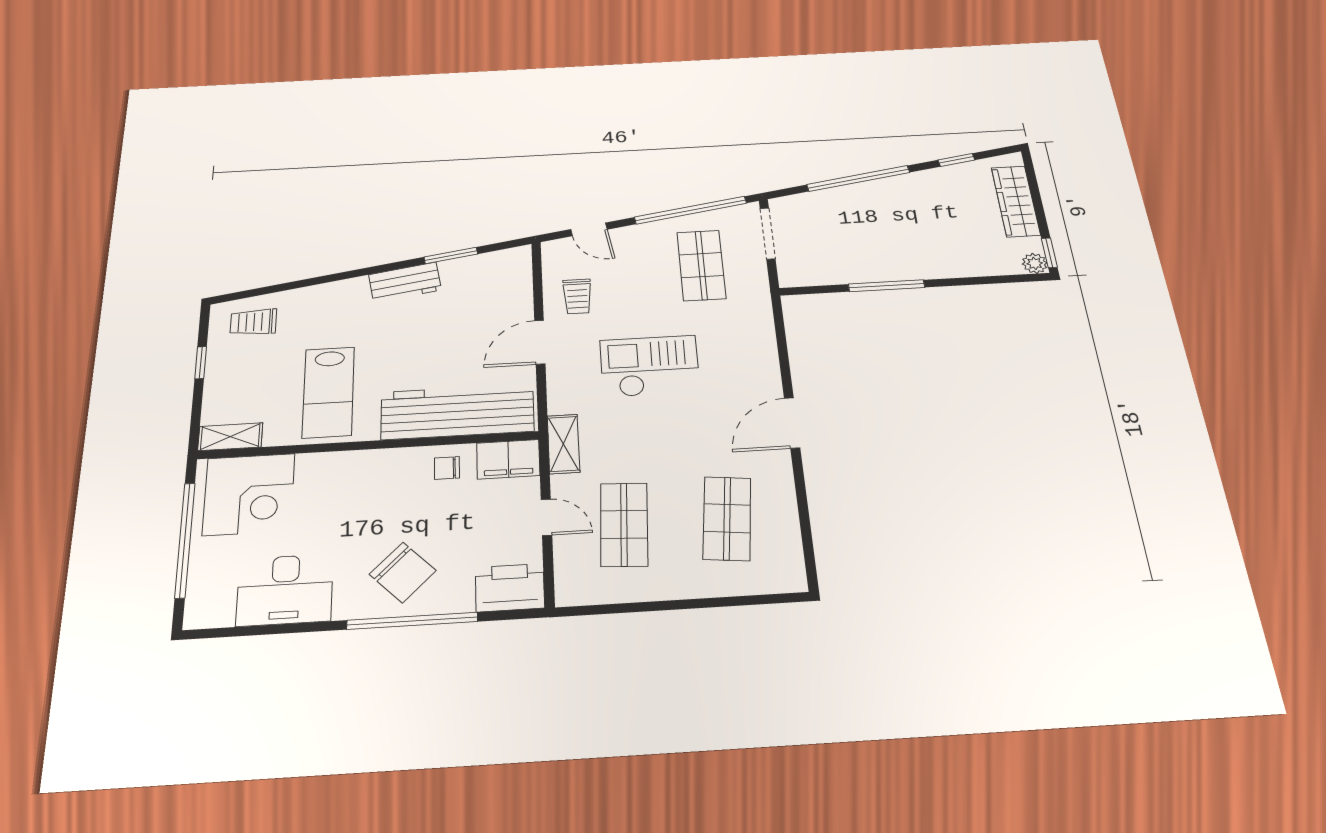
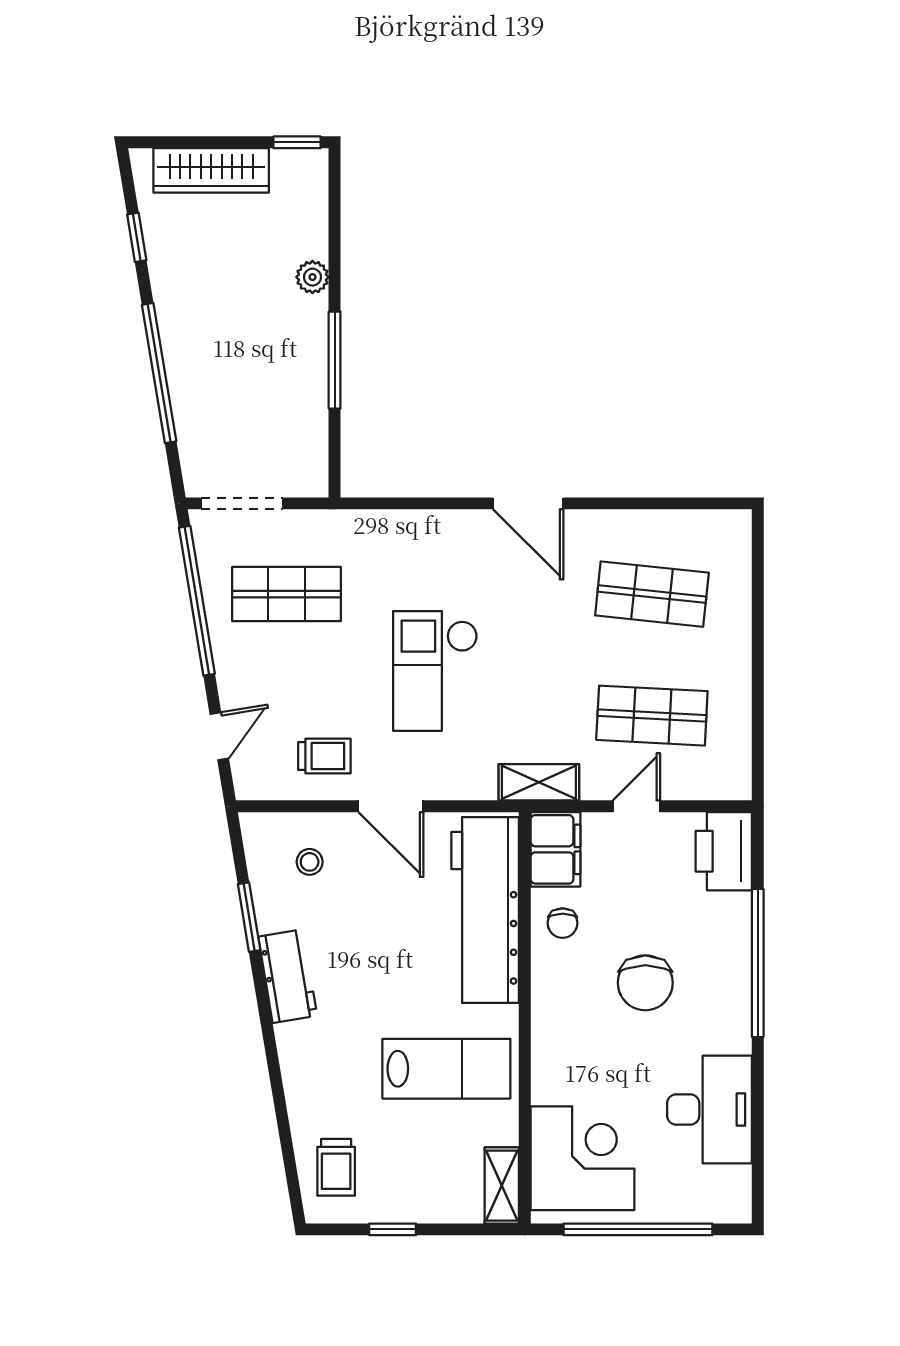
plant: (1035, 263) -> (312, 277), moved
stool: (494, 291) -> (310, 862), added
chair: (403, 572) -> (645, 983), moved, turned 135

